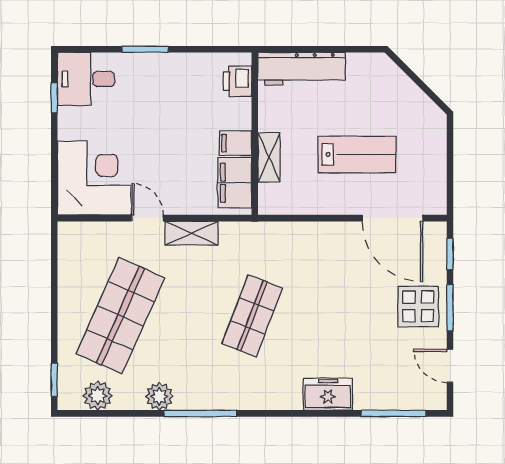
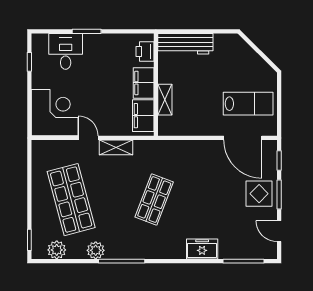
desk: (86, 79) -> (66, 51), moved, turned 90
filing cabinet: (235, 143) -> (144, 83), width x2.00
lab bench: (357, 155) -> (248, 104), moved
shop shelf: (120, 316) -> (71, 200), turned -39

